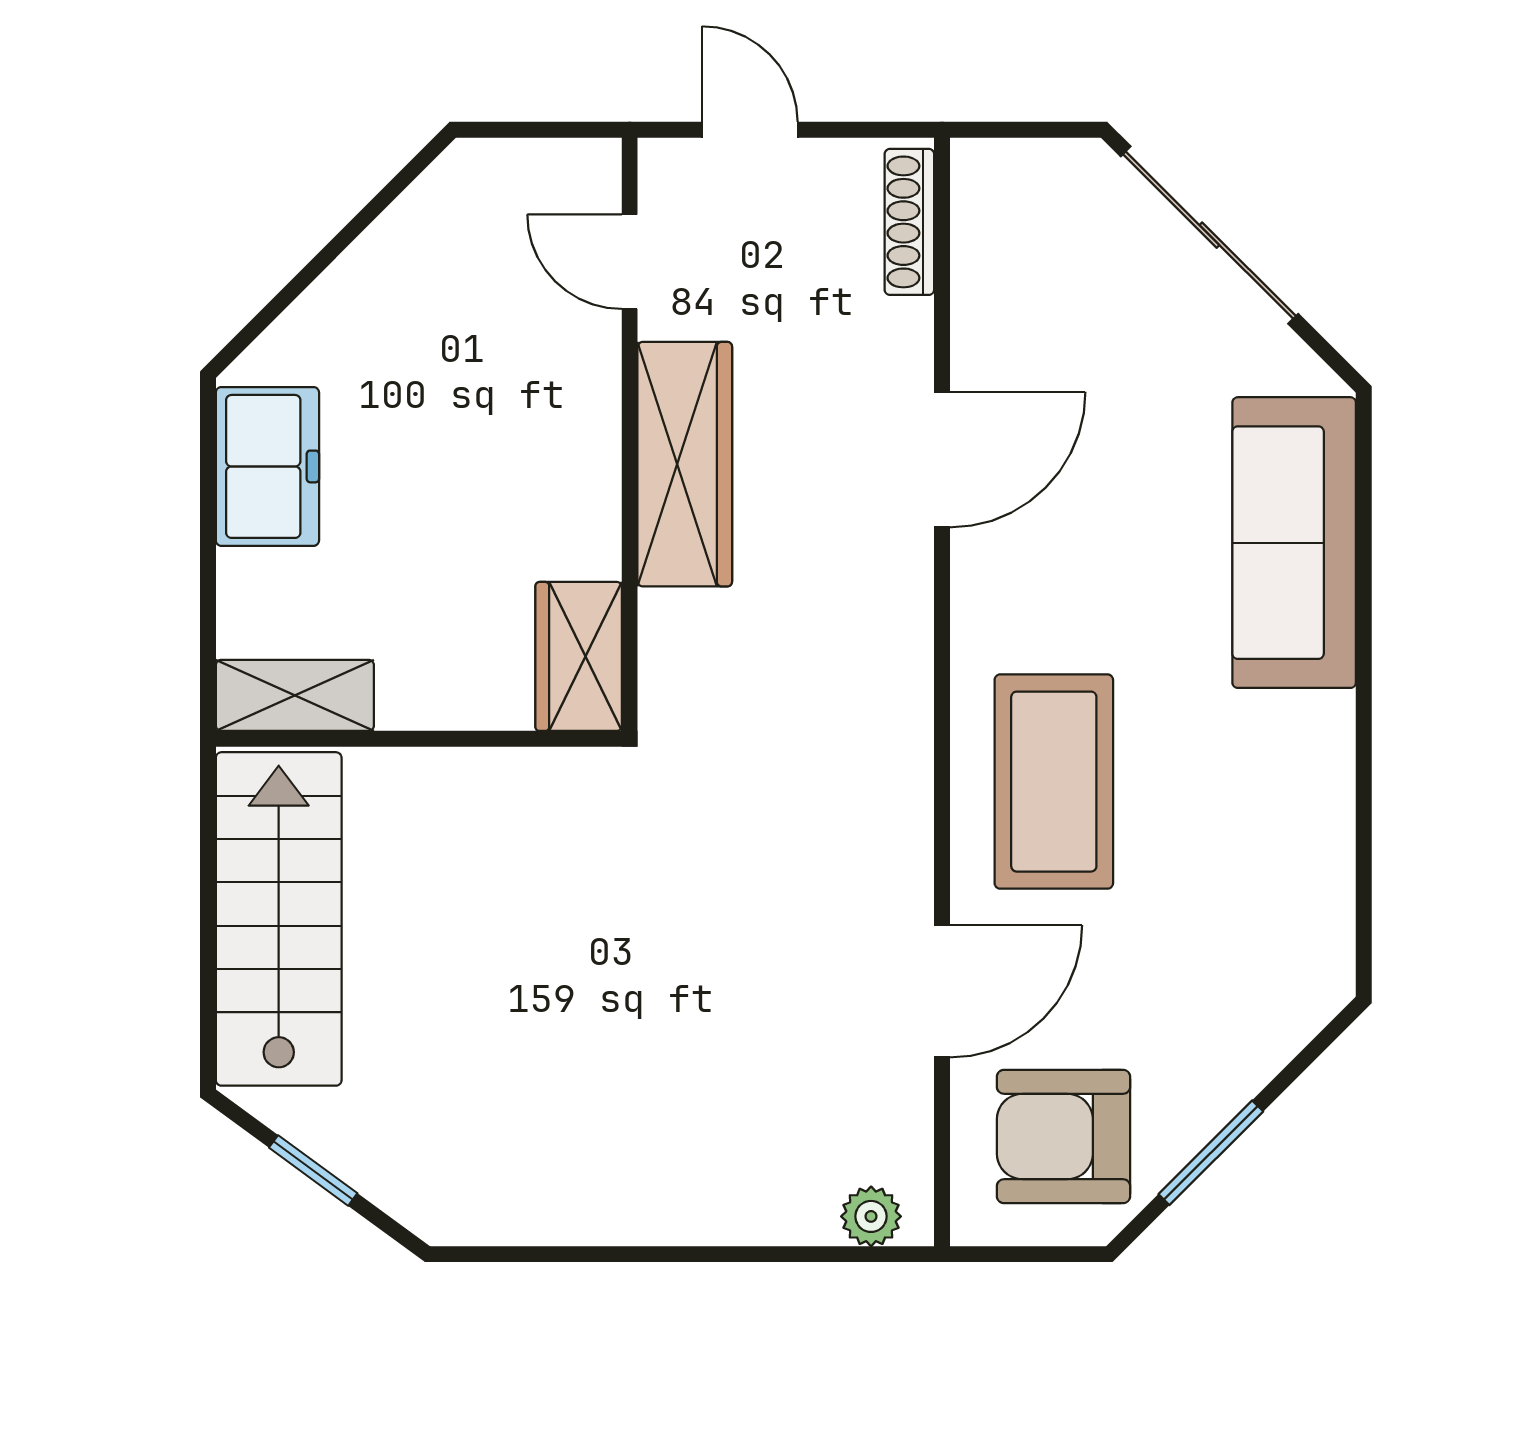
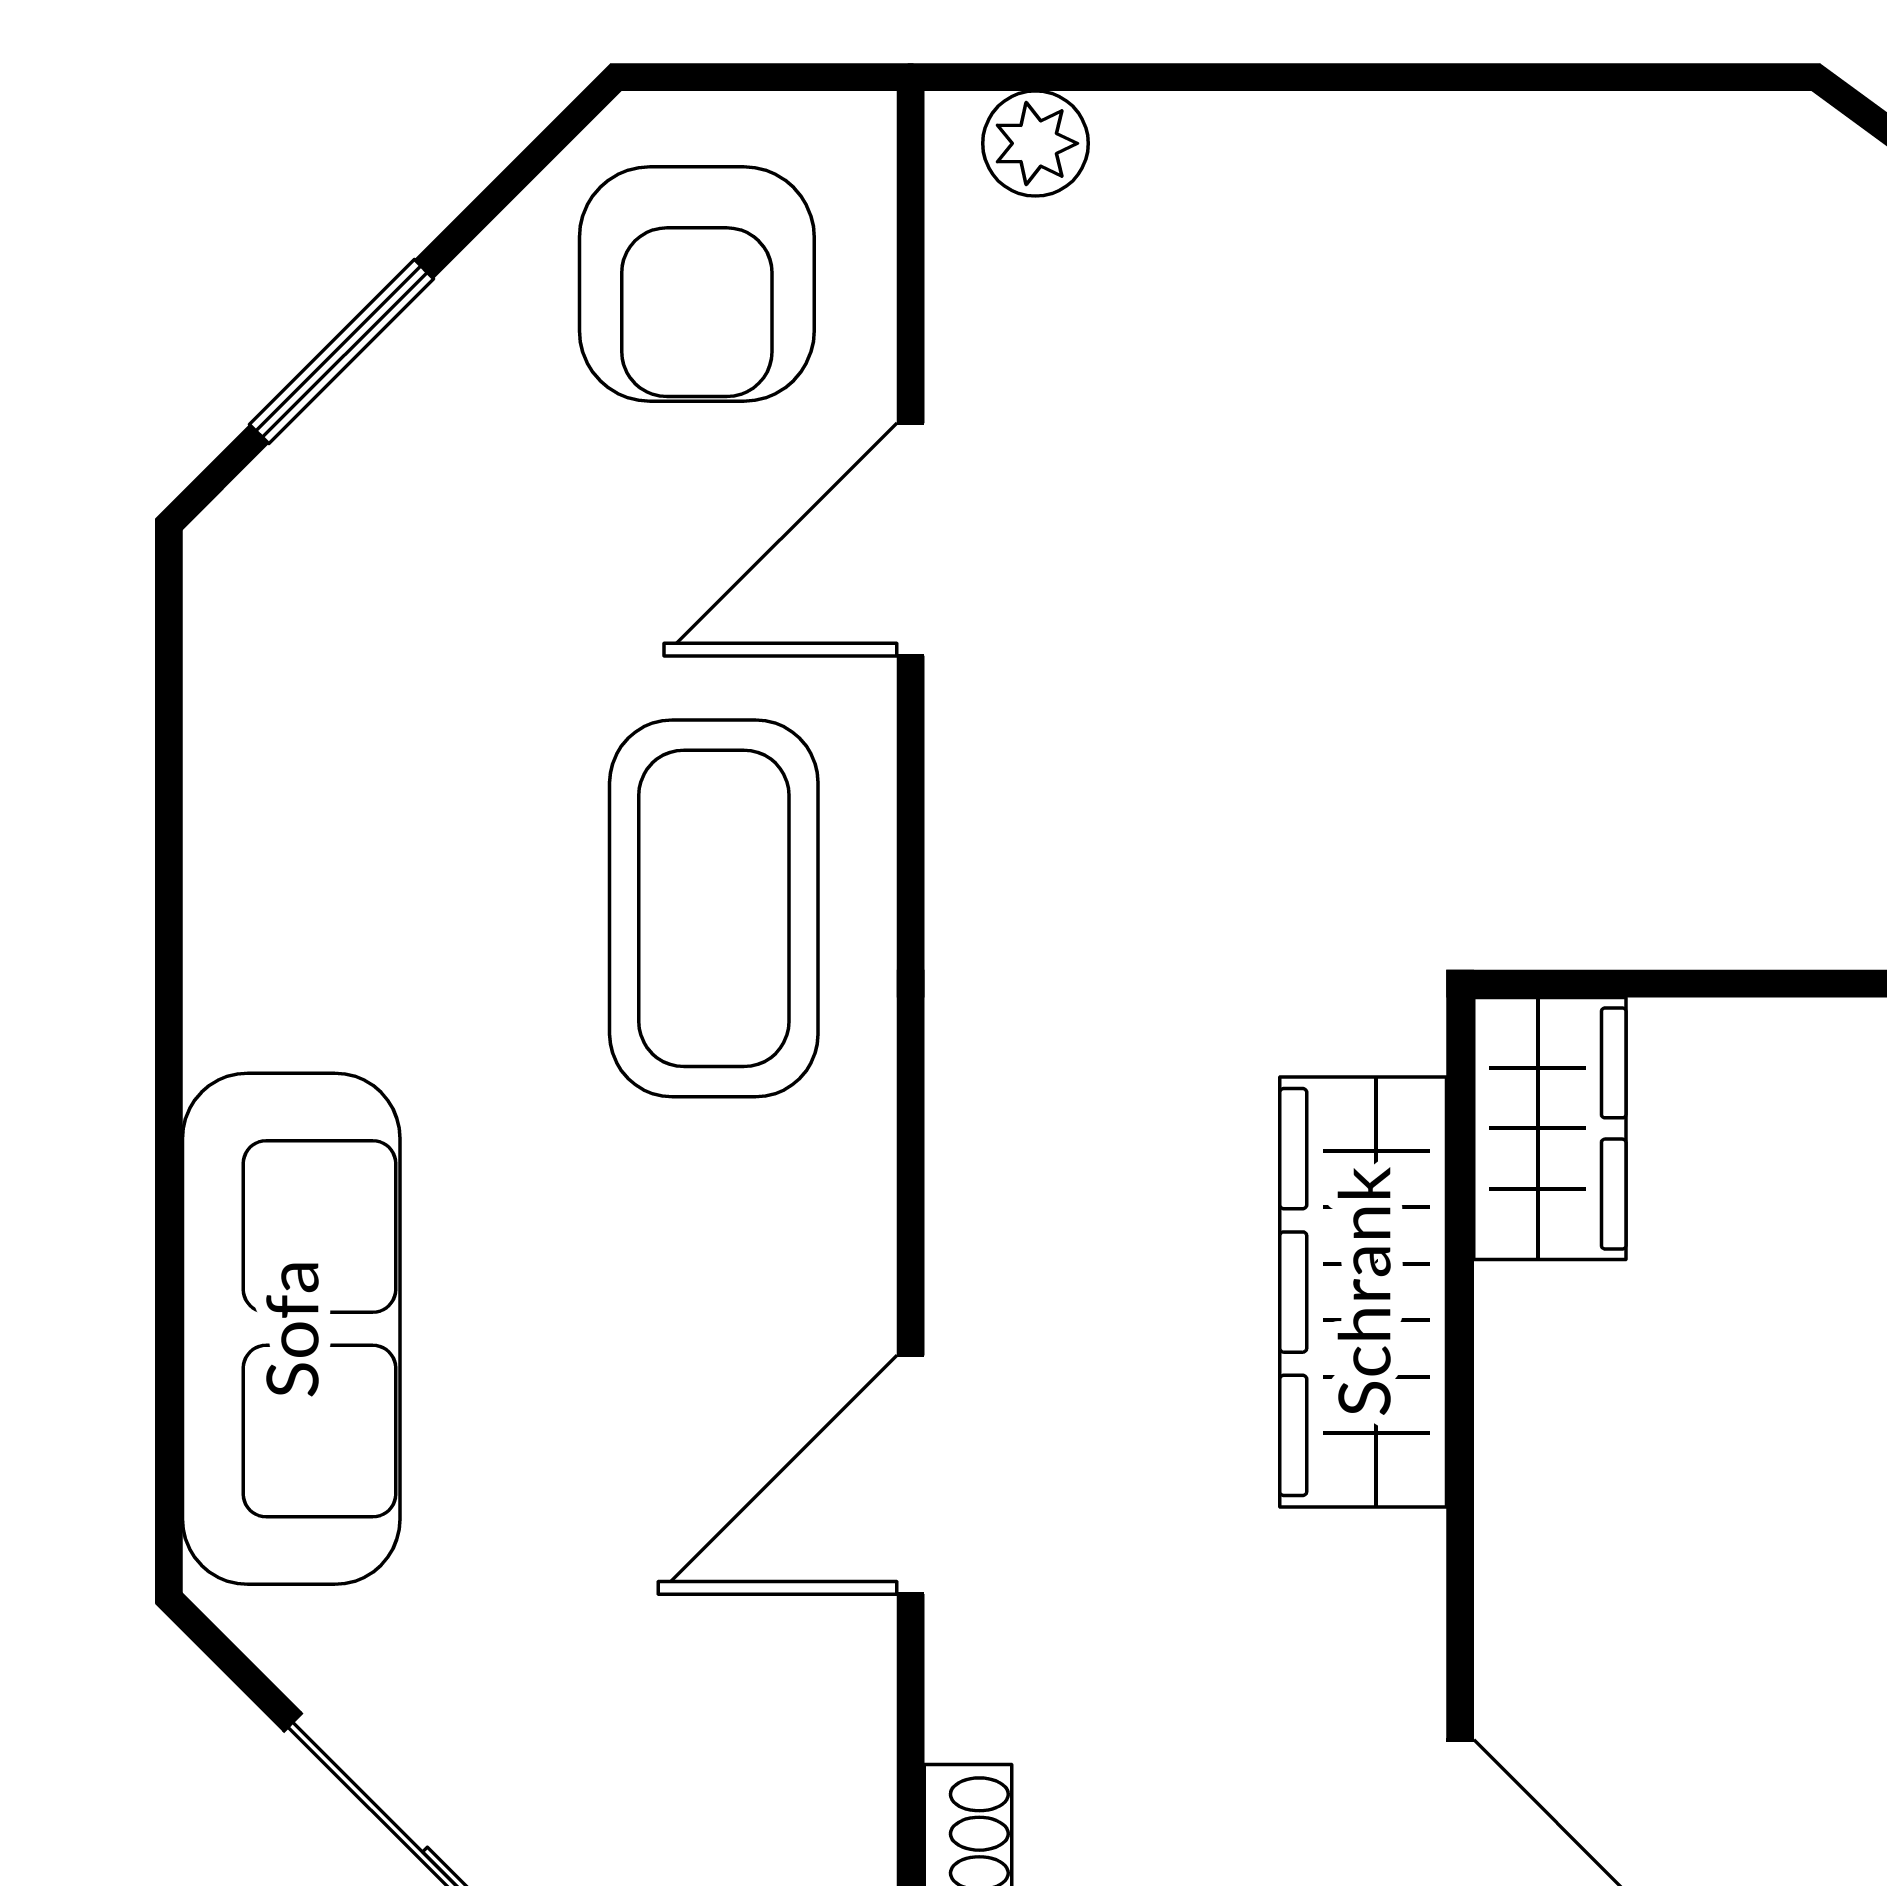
wardrobe: (685, 464) -> (1363, 1292), moved
armchair: (1064, 1137) -> (697, 284), turned 90
window: (1211, 1153) -> (342, 352), moved

